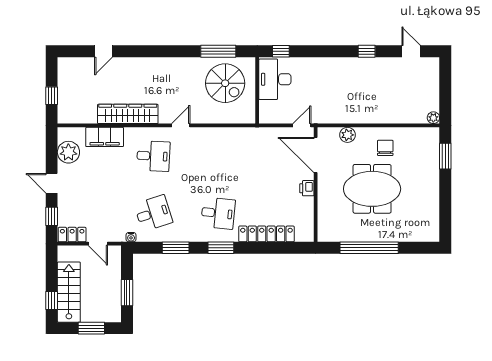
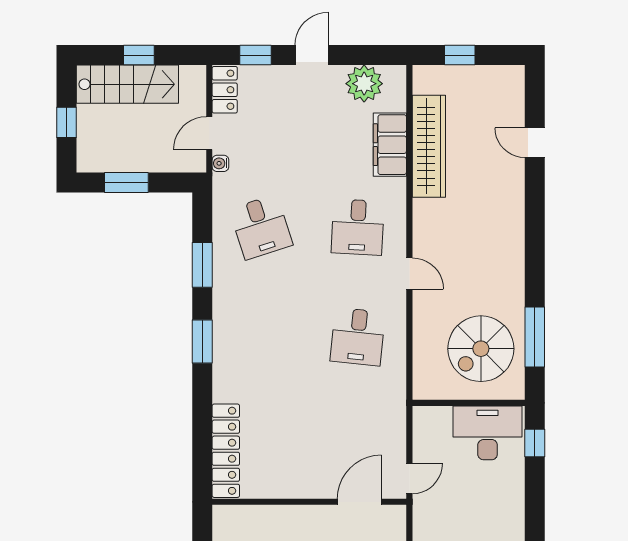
wardrobe: (128, 114) -> (429, 146), moved
door: (302, 125) -> (409, 479), hinge flipped
door: (316, 155) -> (359, 502), width x0.73
printer: (307, 188) -> (303, 487), removed
desk: (218, 213) -> (358, 337), moved
locker: (266, 234) -> (226, 451), moved
water cooler: (131, 237) -> (220, 163), moved
window: (52, 300) -> (139, 55), moved
window: (91, 328) -> (66, 122), width x0.67

